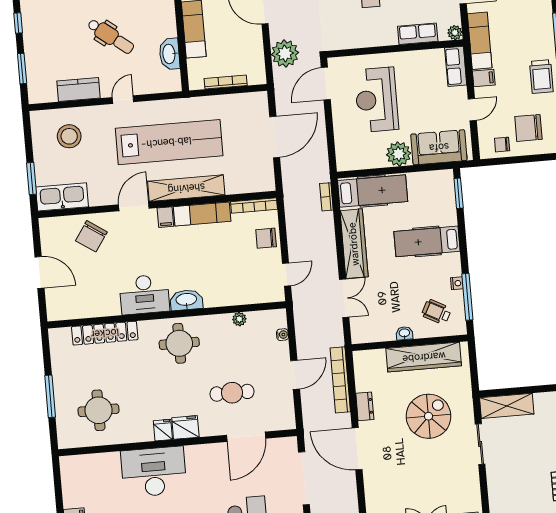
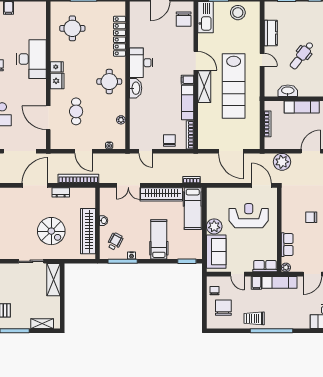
stool: (69, 136) -> (238, 13), moved
shelving: (186, 188) -> (204, 87), width x0.68
chair: (91, 236) -> (184, 19), moved, turned -124

